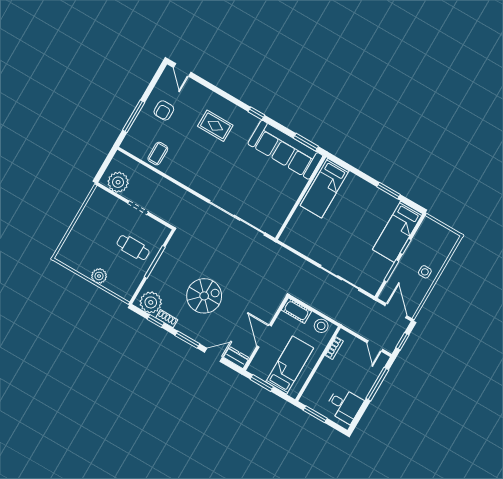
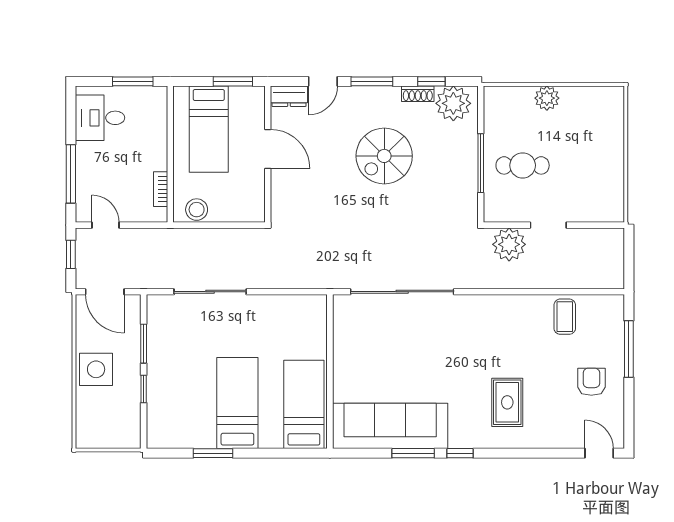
rug: (215, 126) -> (507, 402), turned 90
window: (306, 142) -> (413, 453), moved
plant: (118, 182) -> (509, 244), moved
bed: (398, 232) -> (237, 403), moved
side table: (425, 272) -> (96, 369), width x1.87, depth x1.87
cot: (296, 311) -> (243, 211), removed

